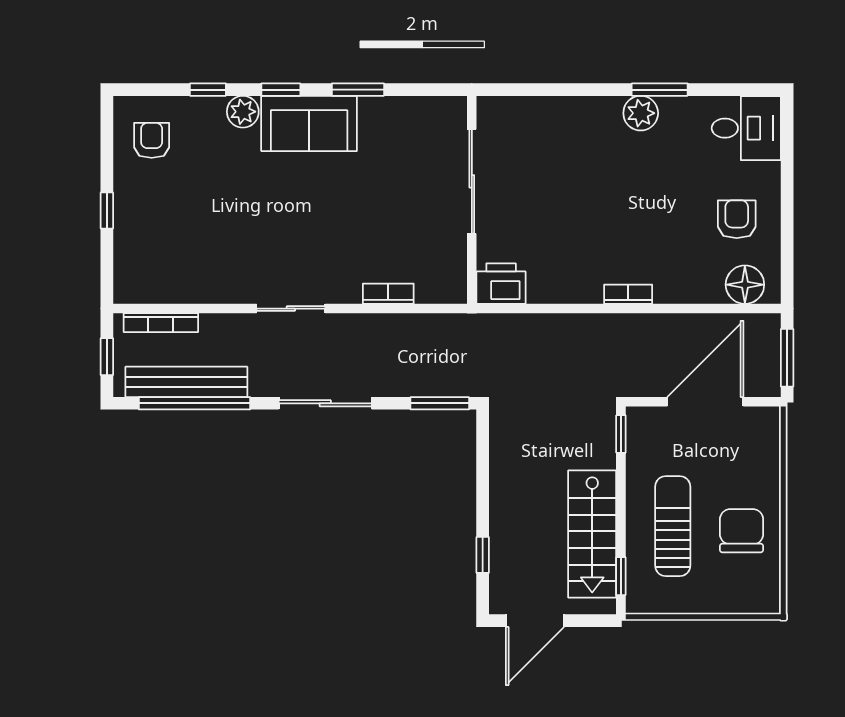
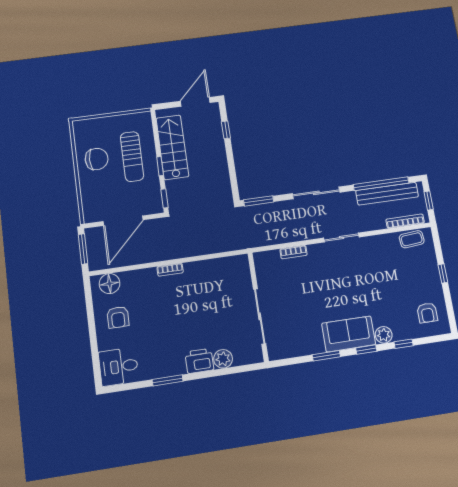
plant: (641, 113) -> (223, 359), moved
printer: (501, 284) -> (199, 361), moved, turned 180
coffee table: (155, 285) -> (412, 239), added
chair: (742, 531) -> (97, 159), turned -90
window: (621, 576) -> (160, 166), moved

